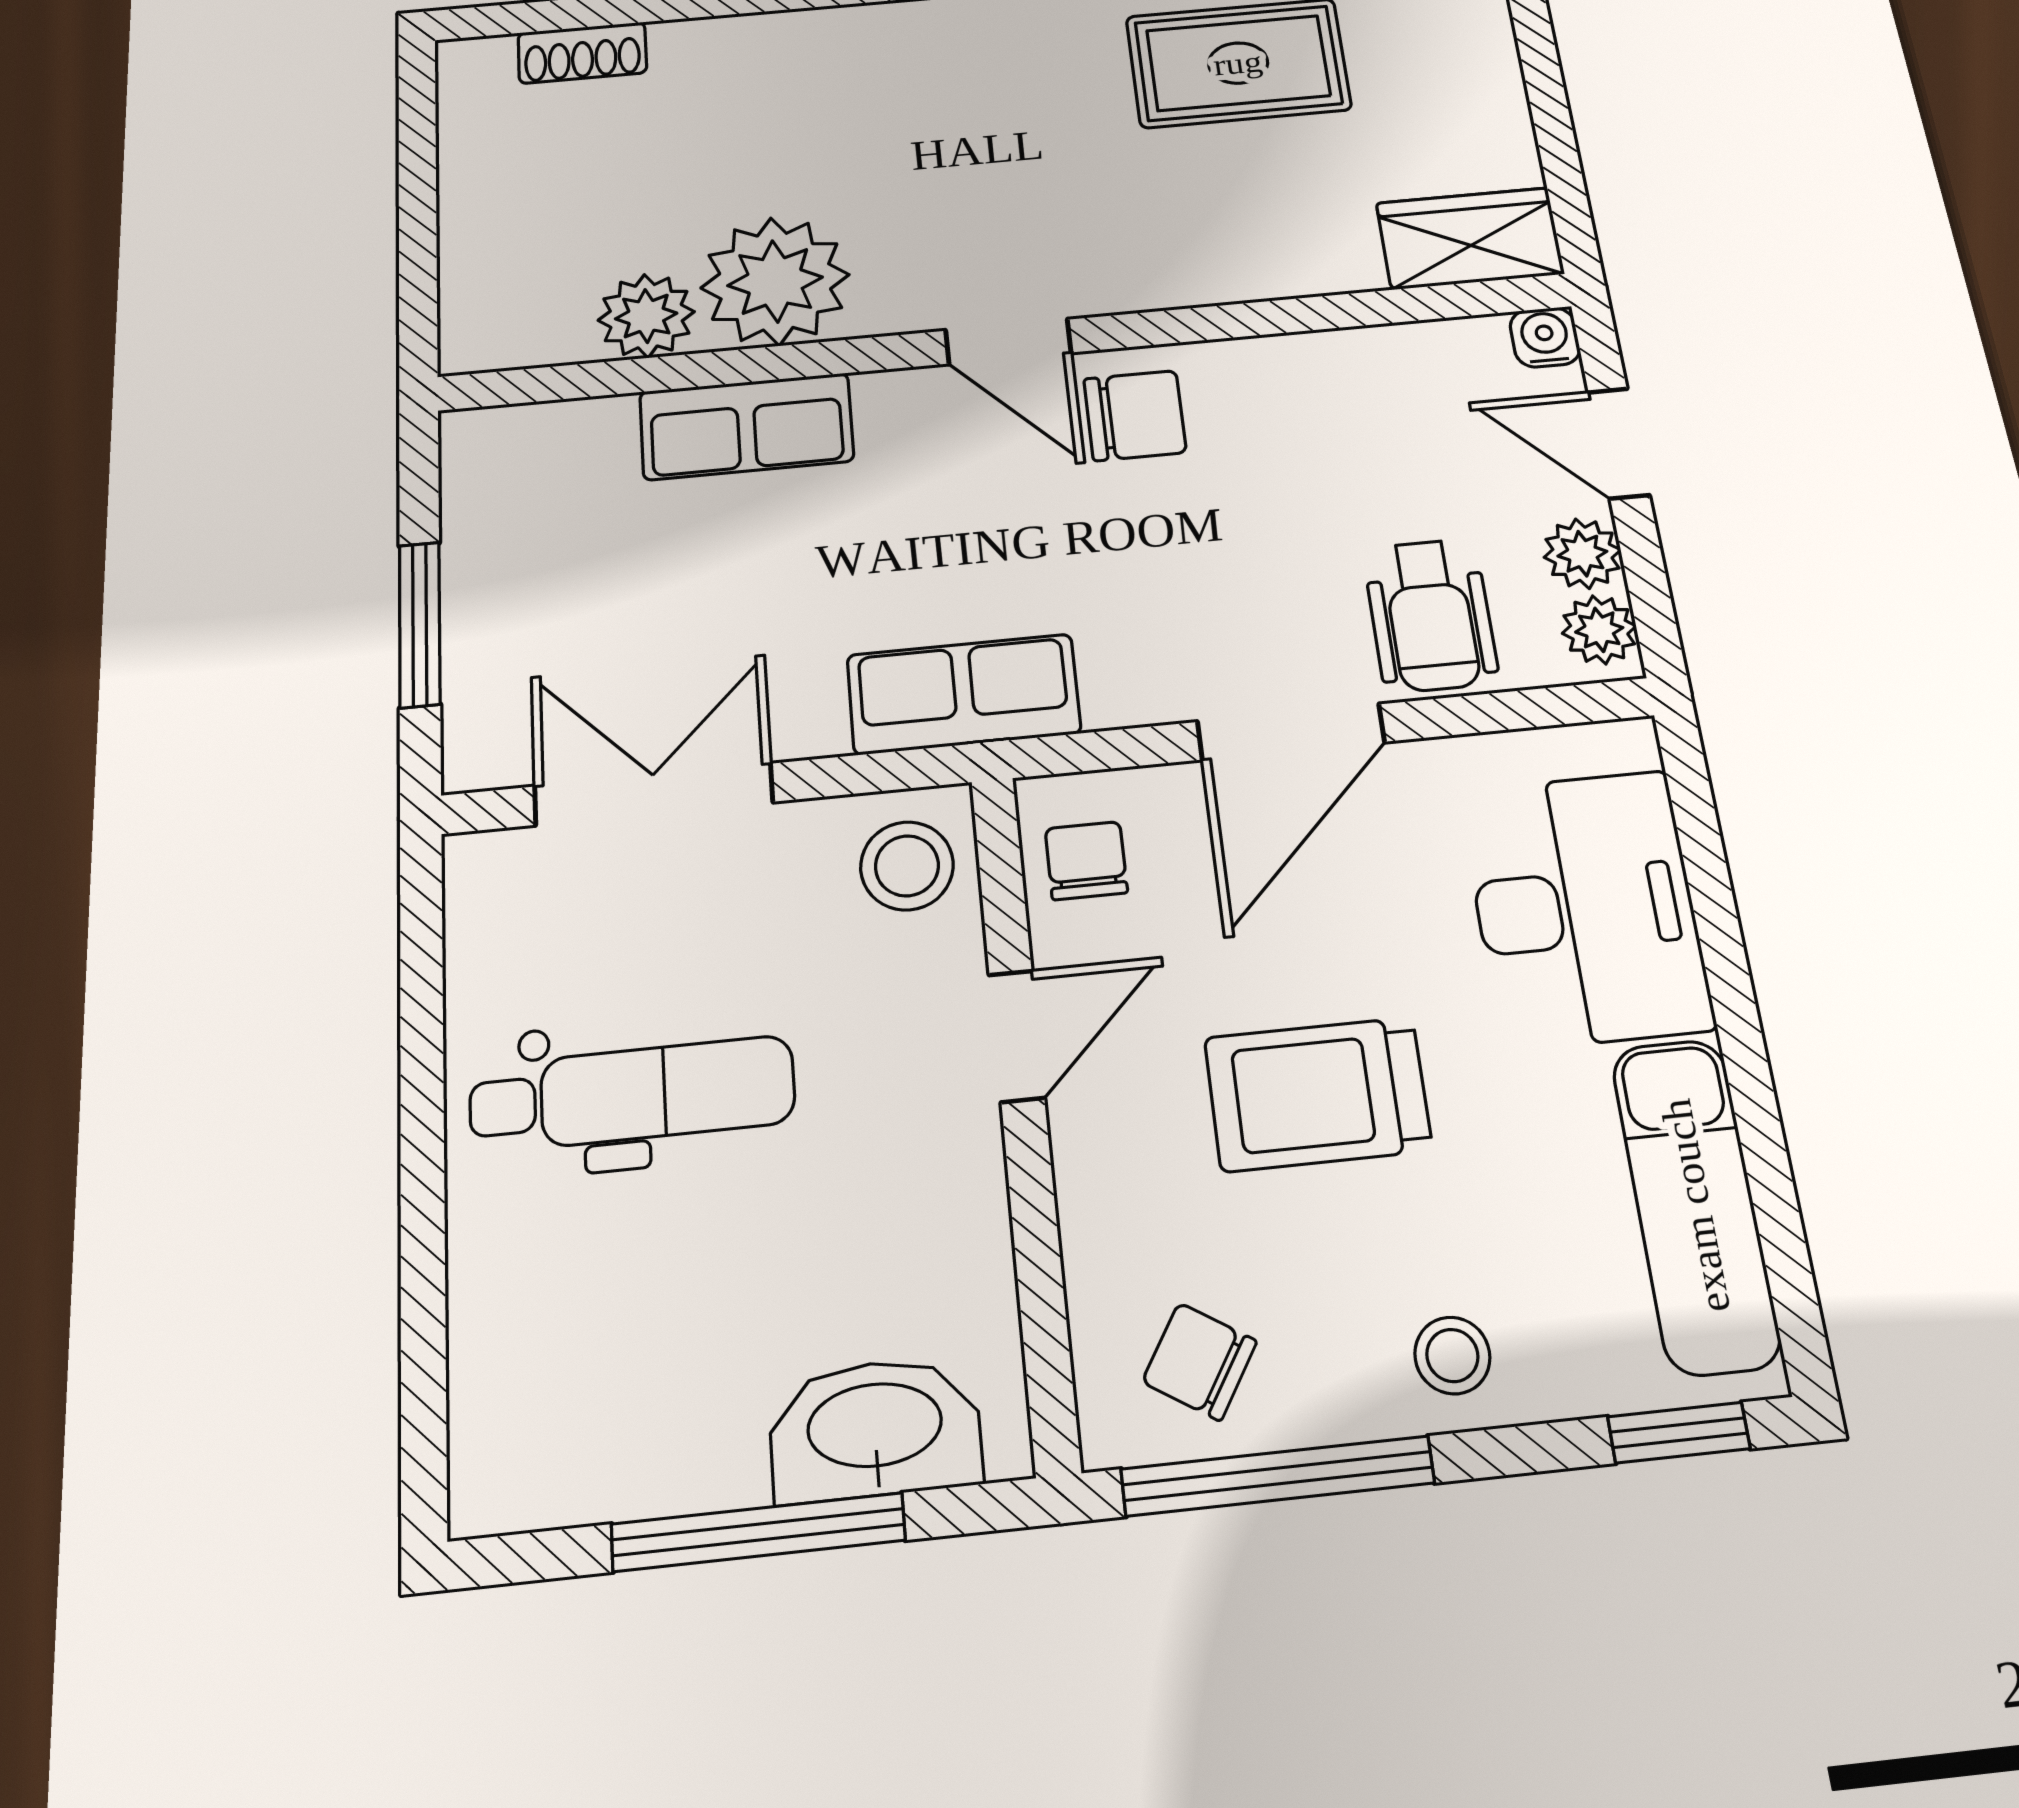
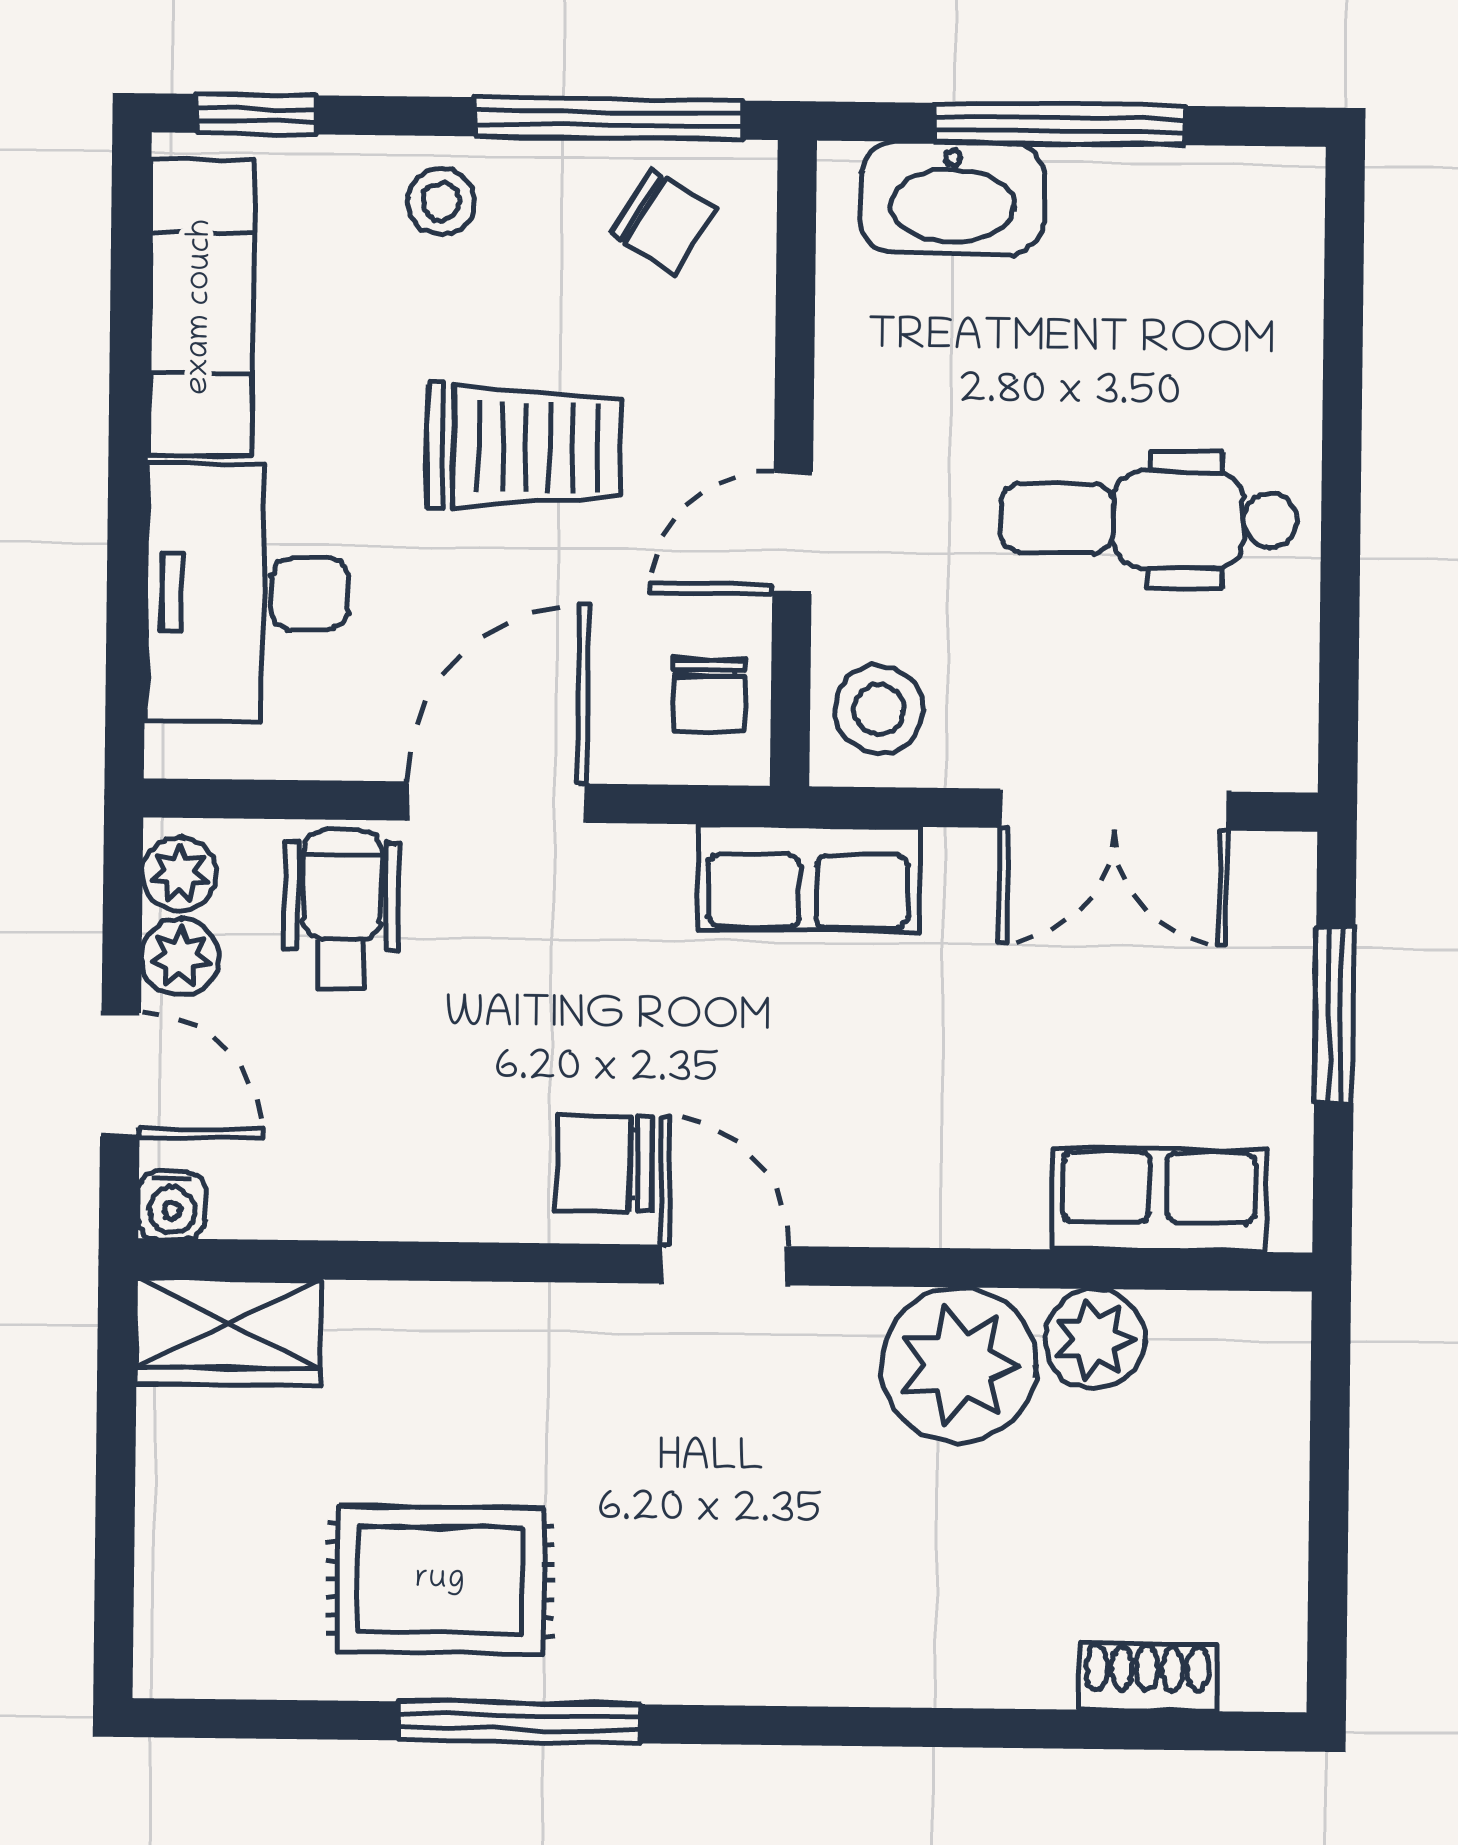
row of seats: (746, 426) -> (1159, 1200), moved

